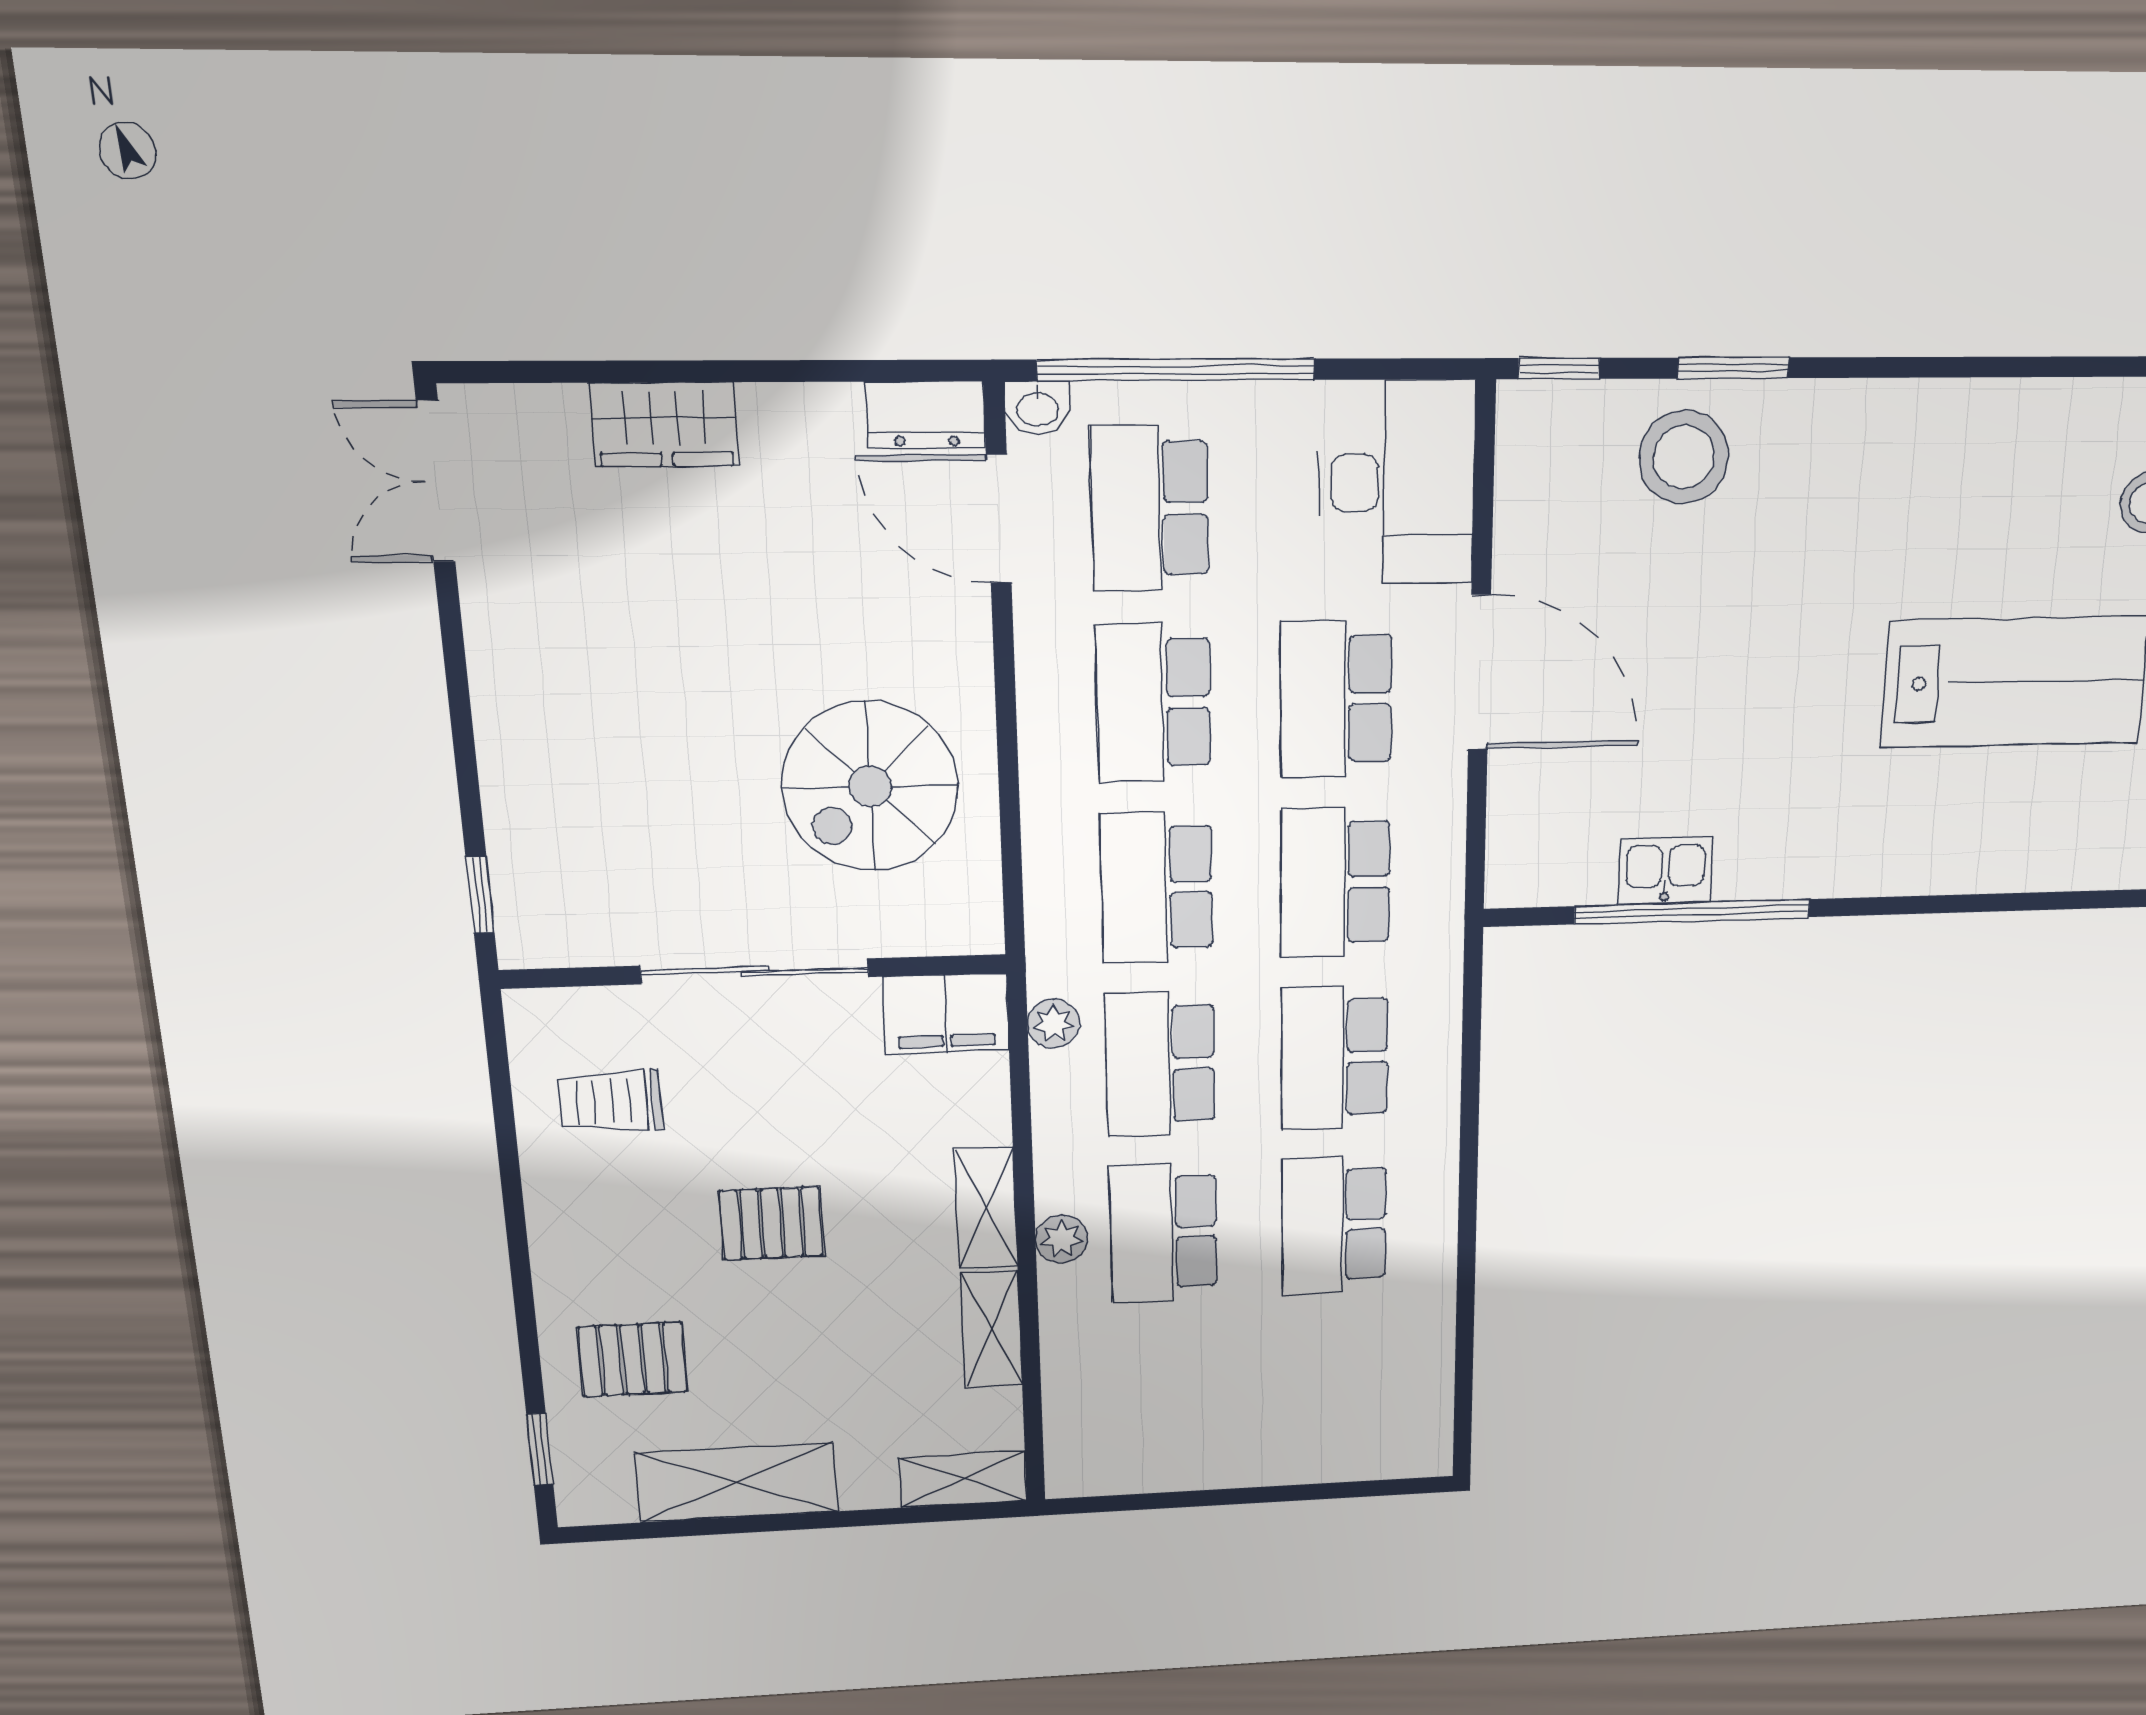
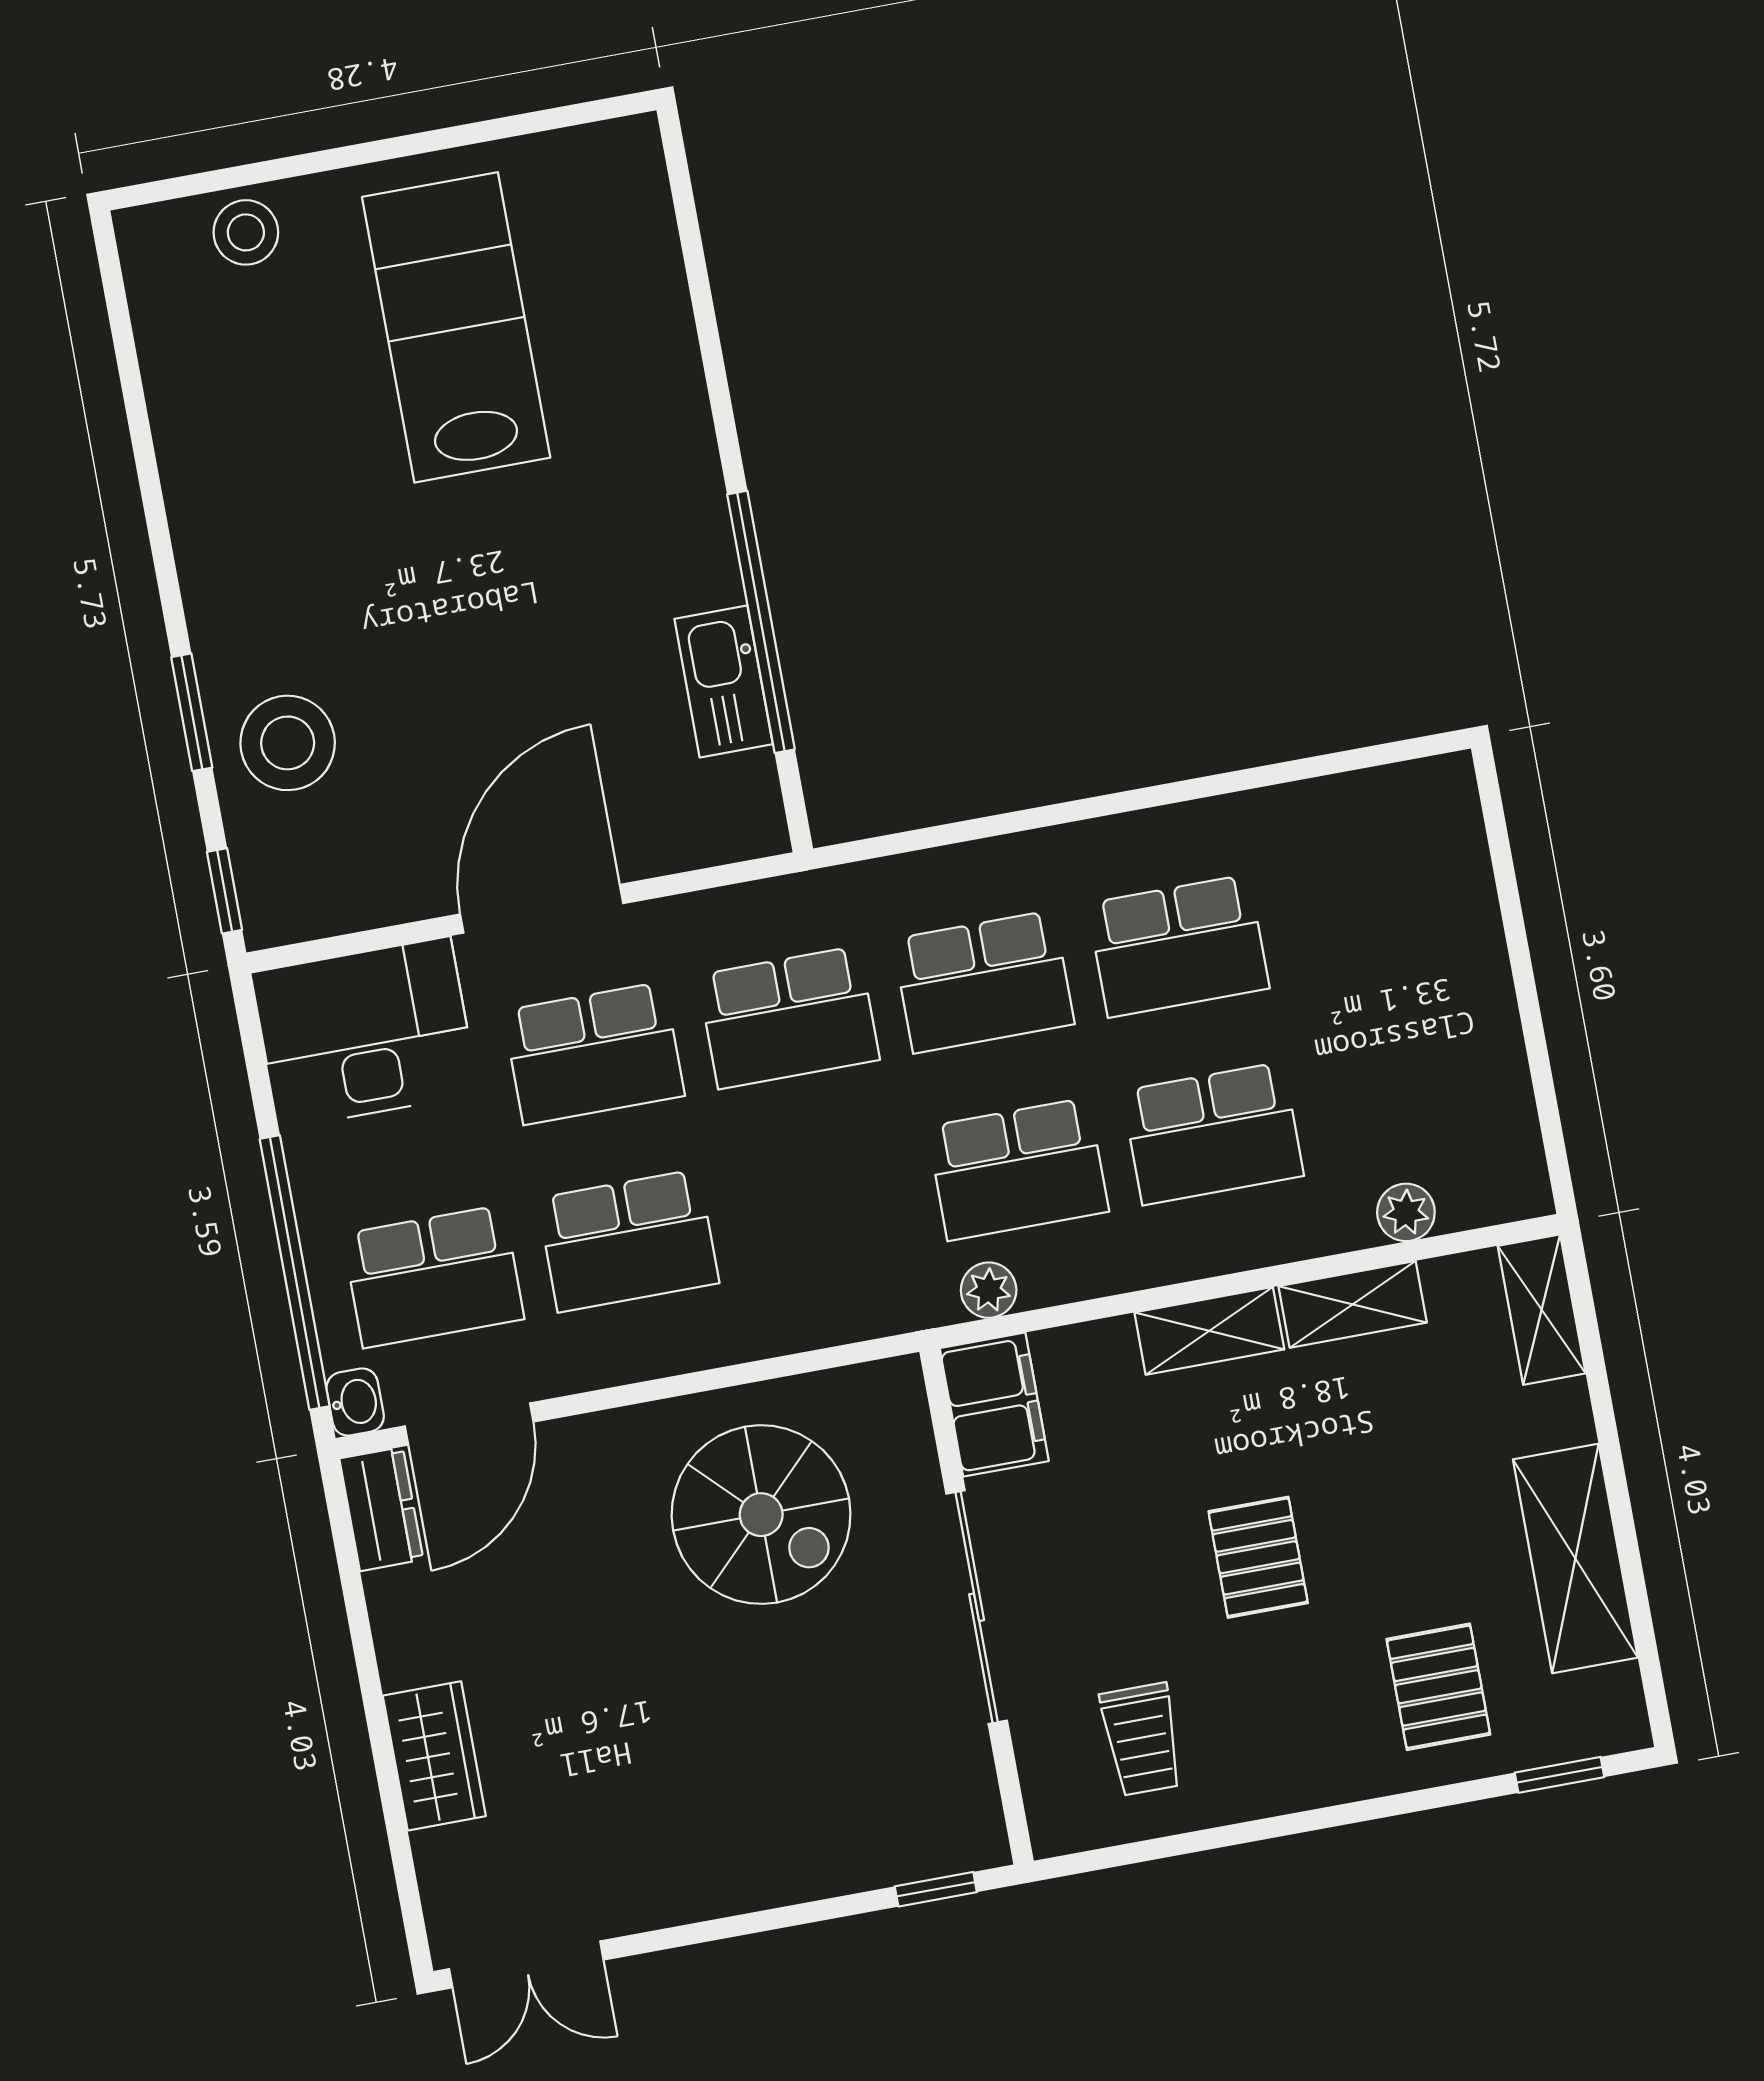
kitchen sink: (1665, 870) -> (724, 681), width x1.38
school desk: (1157, 888) -> (823, 1205), removed
plant: (1062, 1239) -> (1406, 1212), moved

